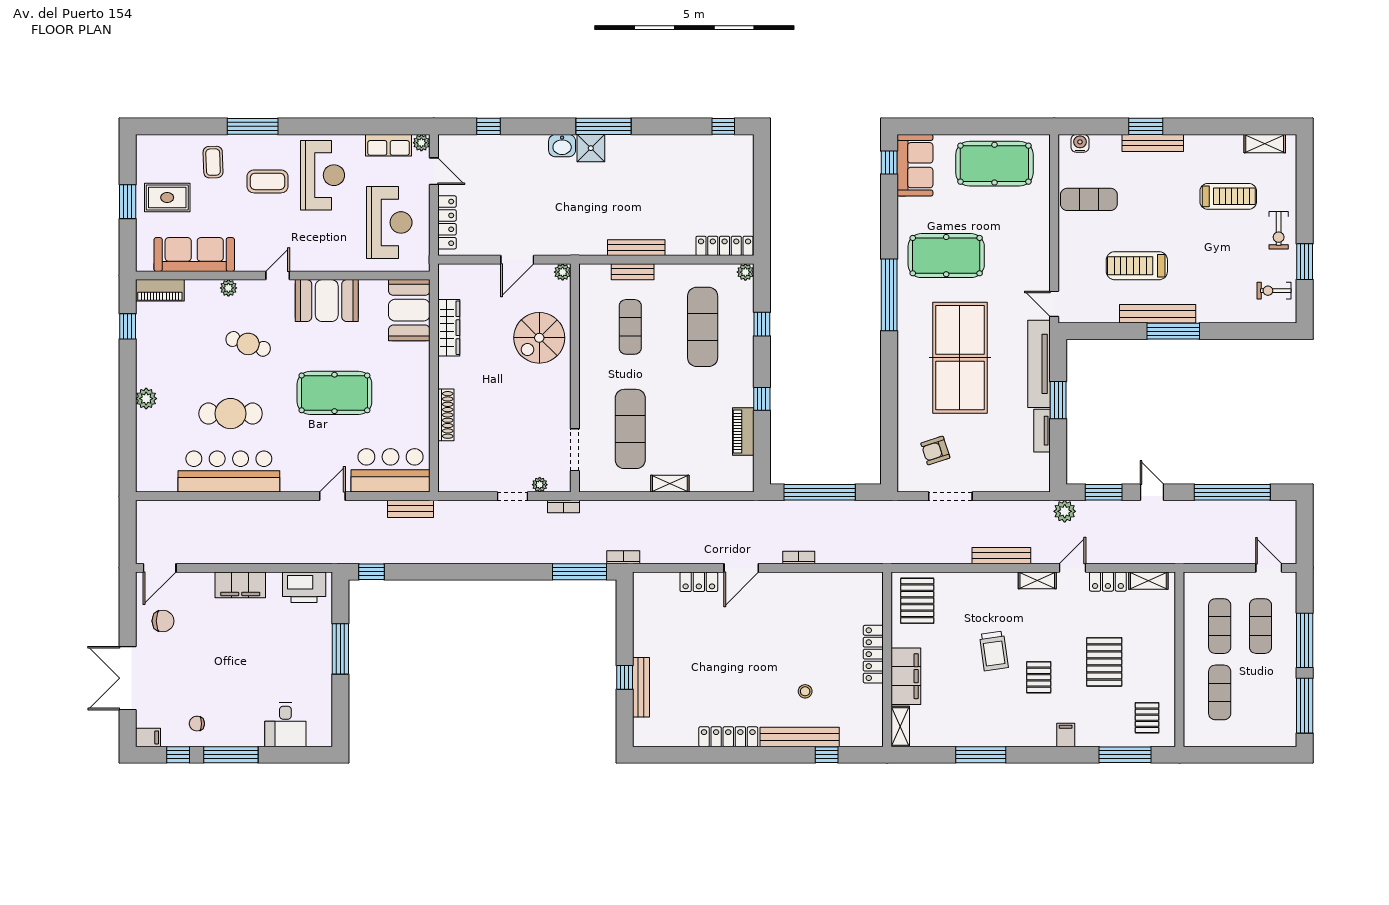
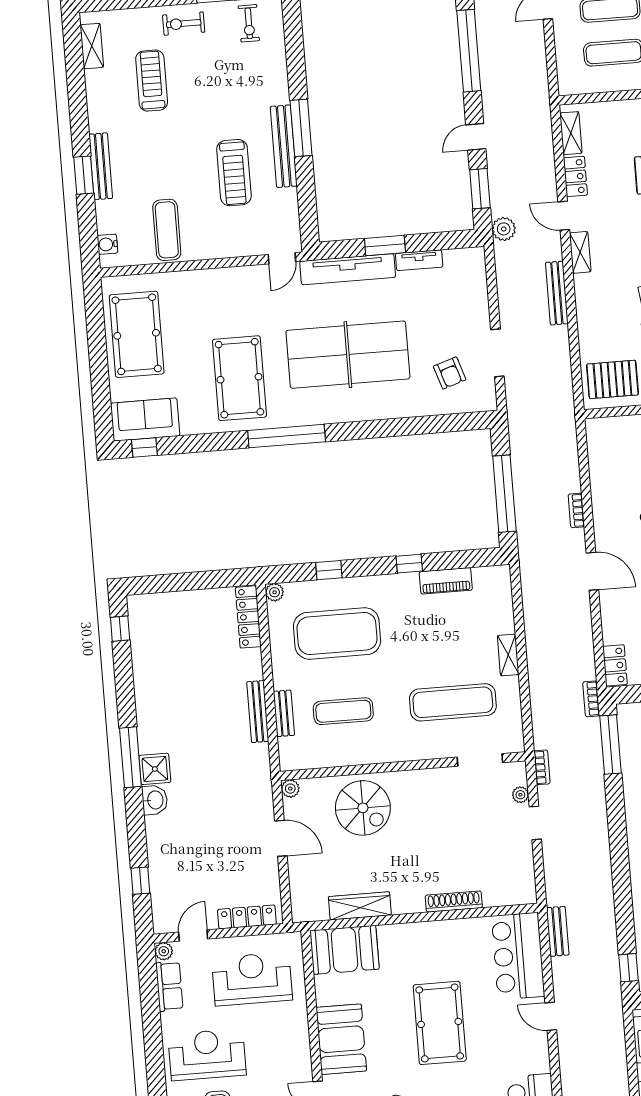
exercise bike: (1279, 230) -> (184, 24), turned 180
exercise mat: (703, 327) -> (337, 633), width x1.47
locker: (699, 582) -> (615, 665), moved

